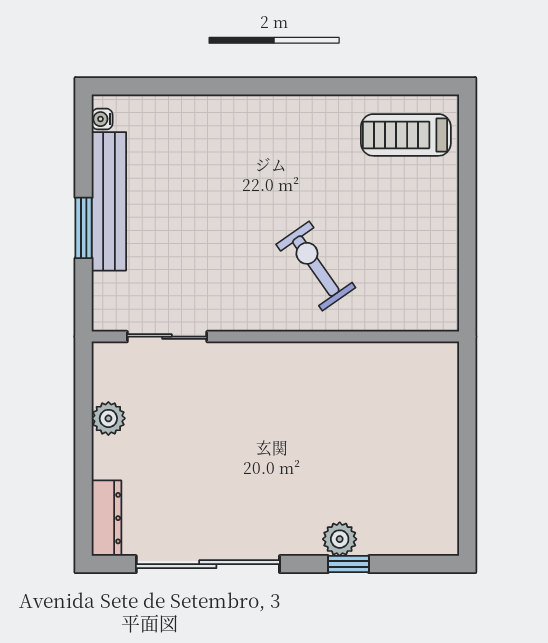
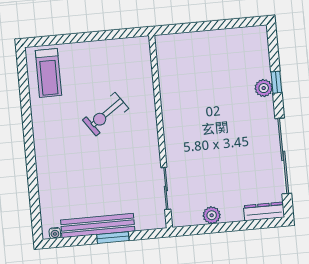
exercise bike: (316, 266) -> (106, 114), moved

